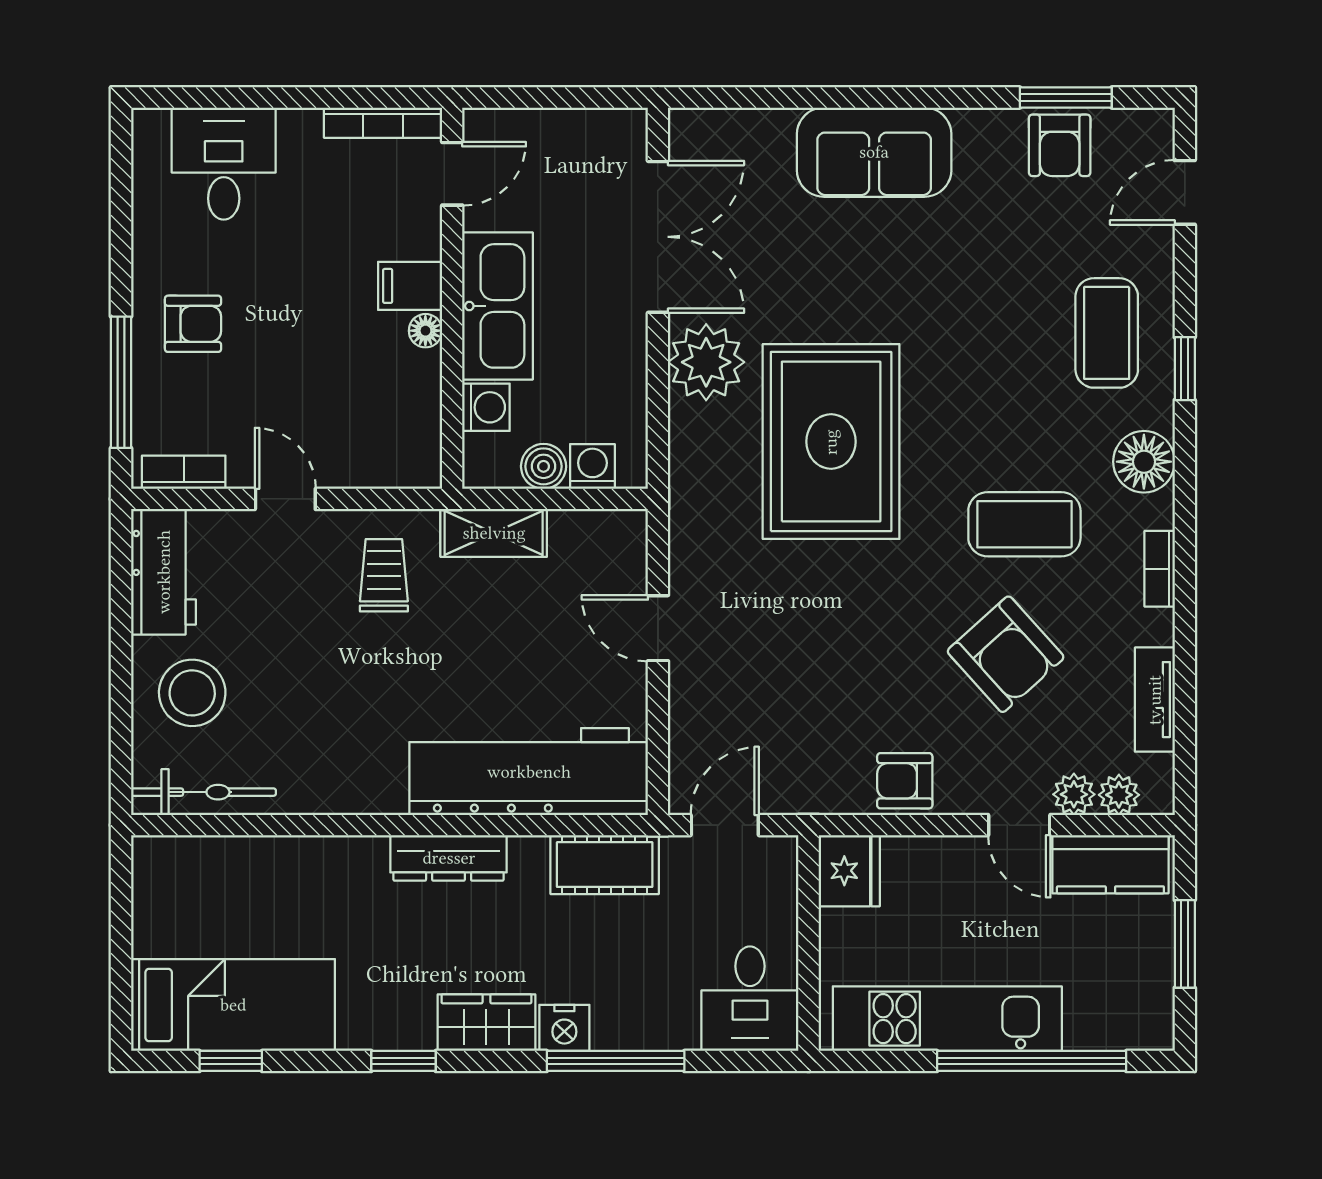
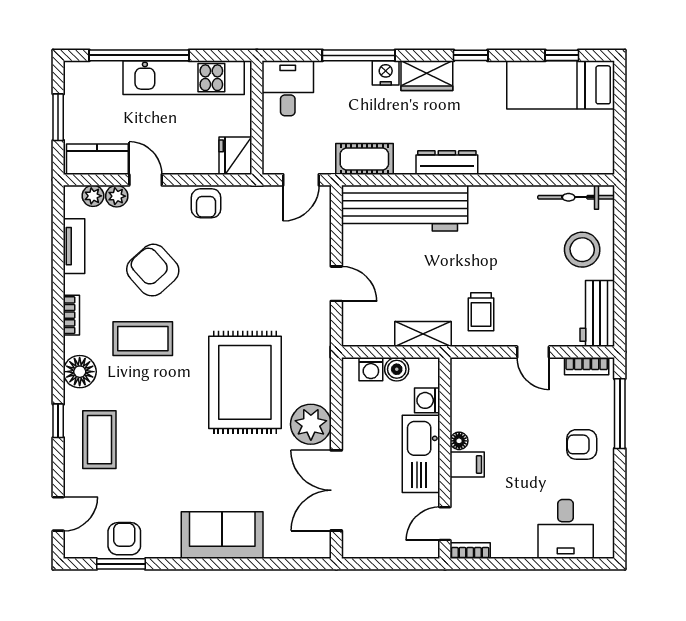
bookcase: (383, 123) -> (470, 551), width x0.64
armchair: (905, 781) -> (206, 203), turned 90

